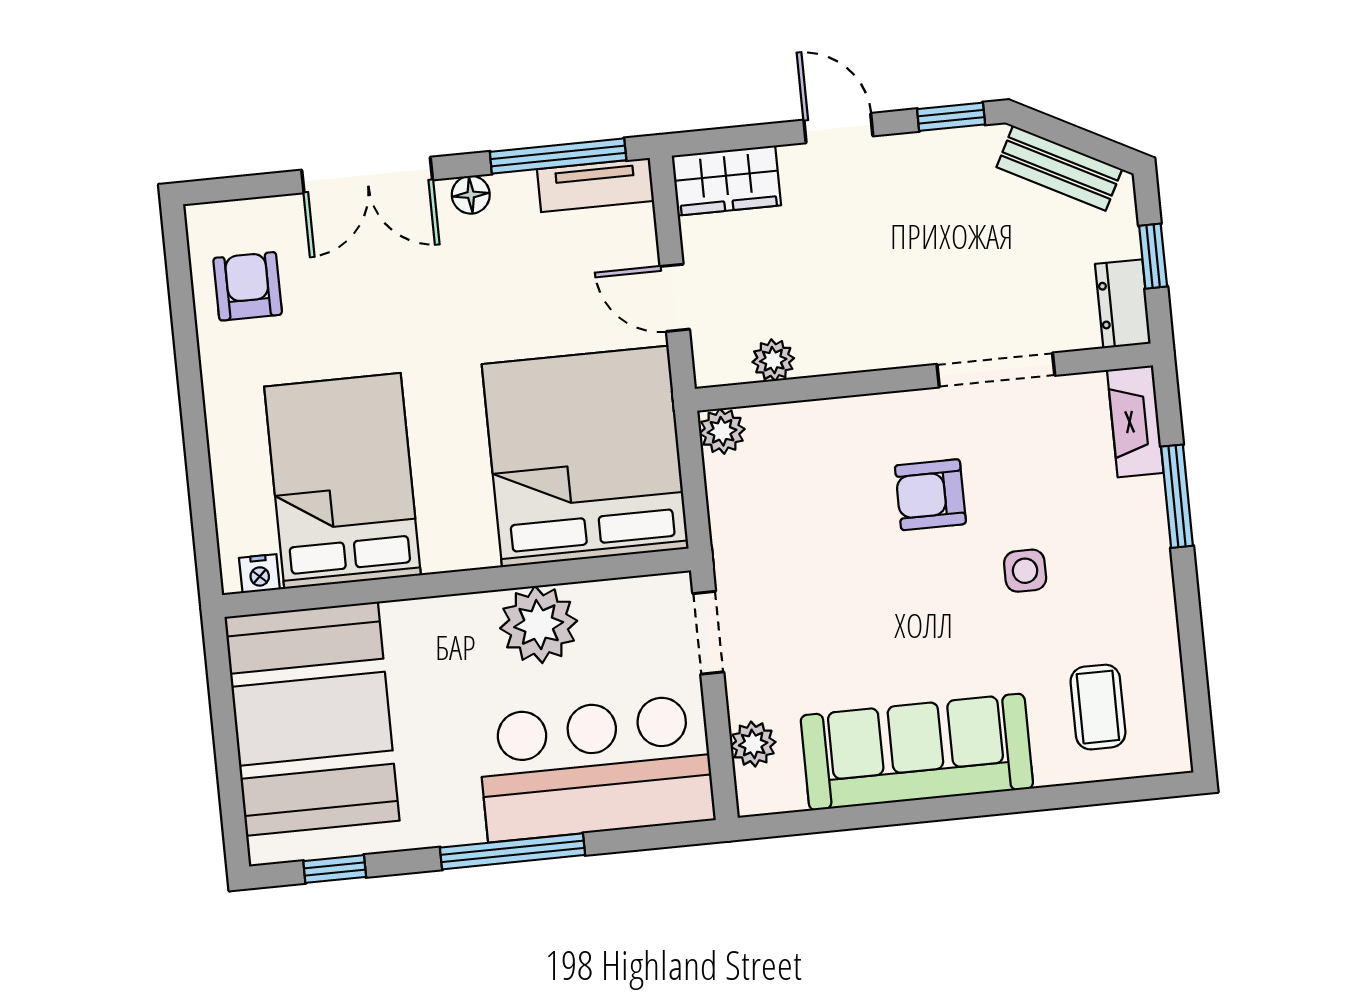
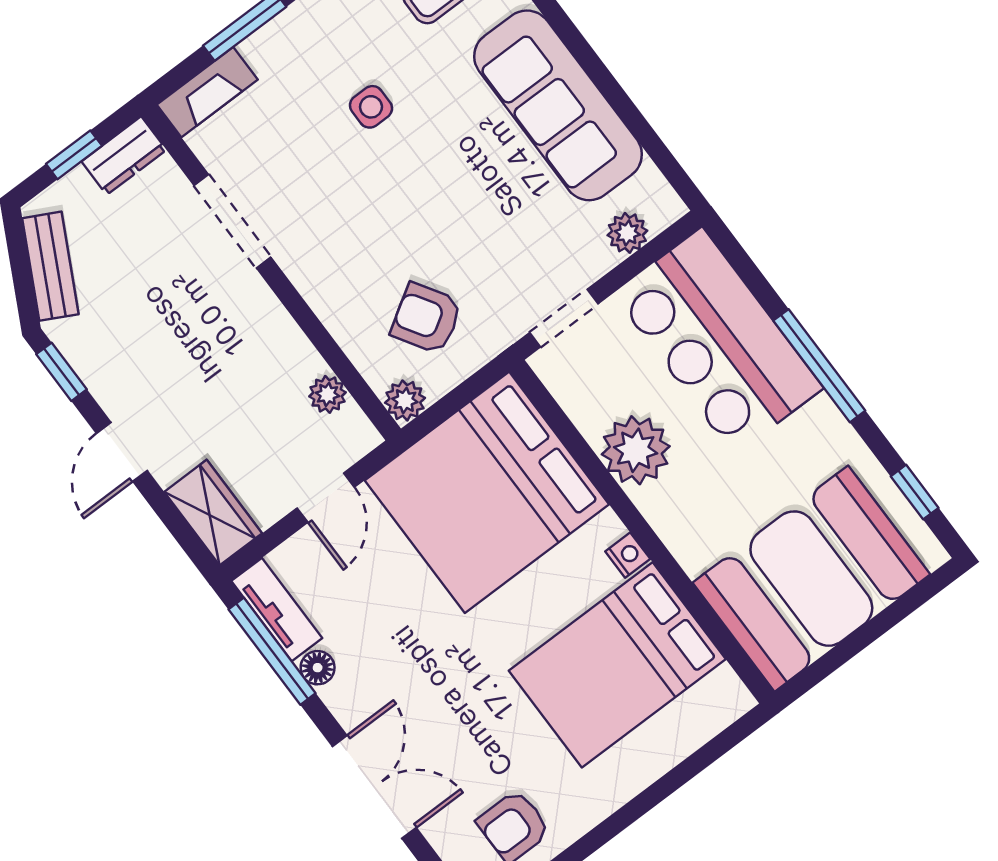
floor lamp: (471, 195) -> (318, 668), moved
armchair: (930, 495) -> (426, 318), moved, turned 148
nightstand: (259, 574) -> (628, 555), moved

